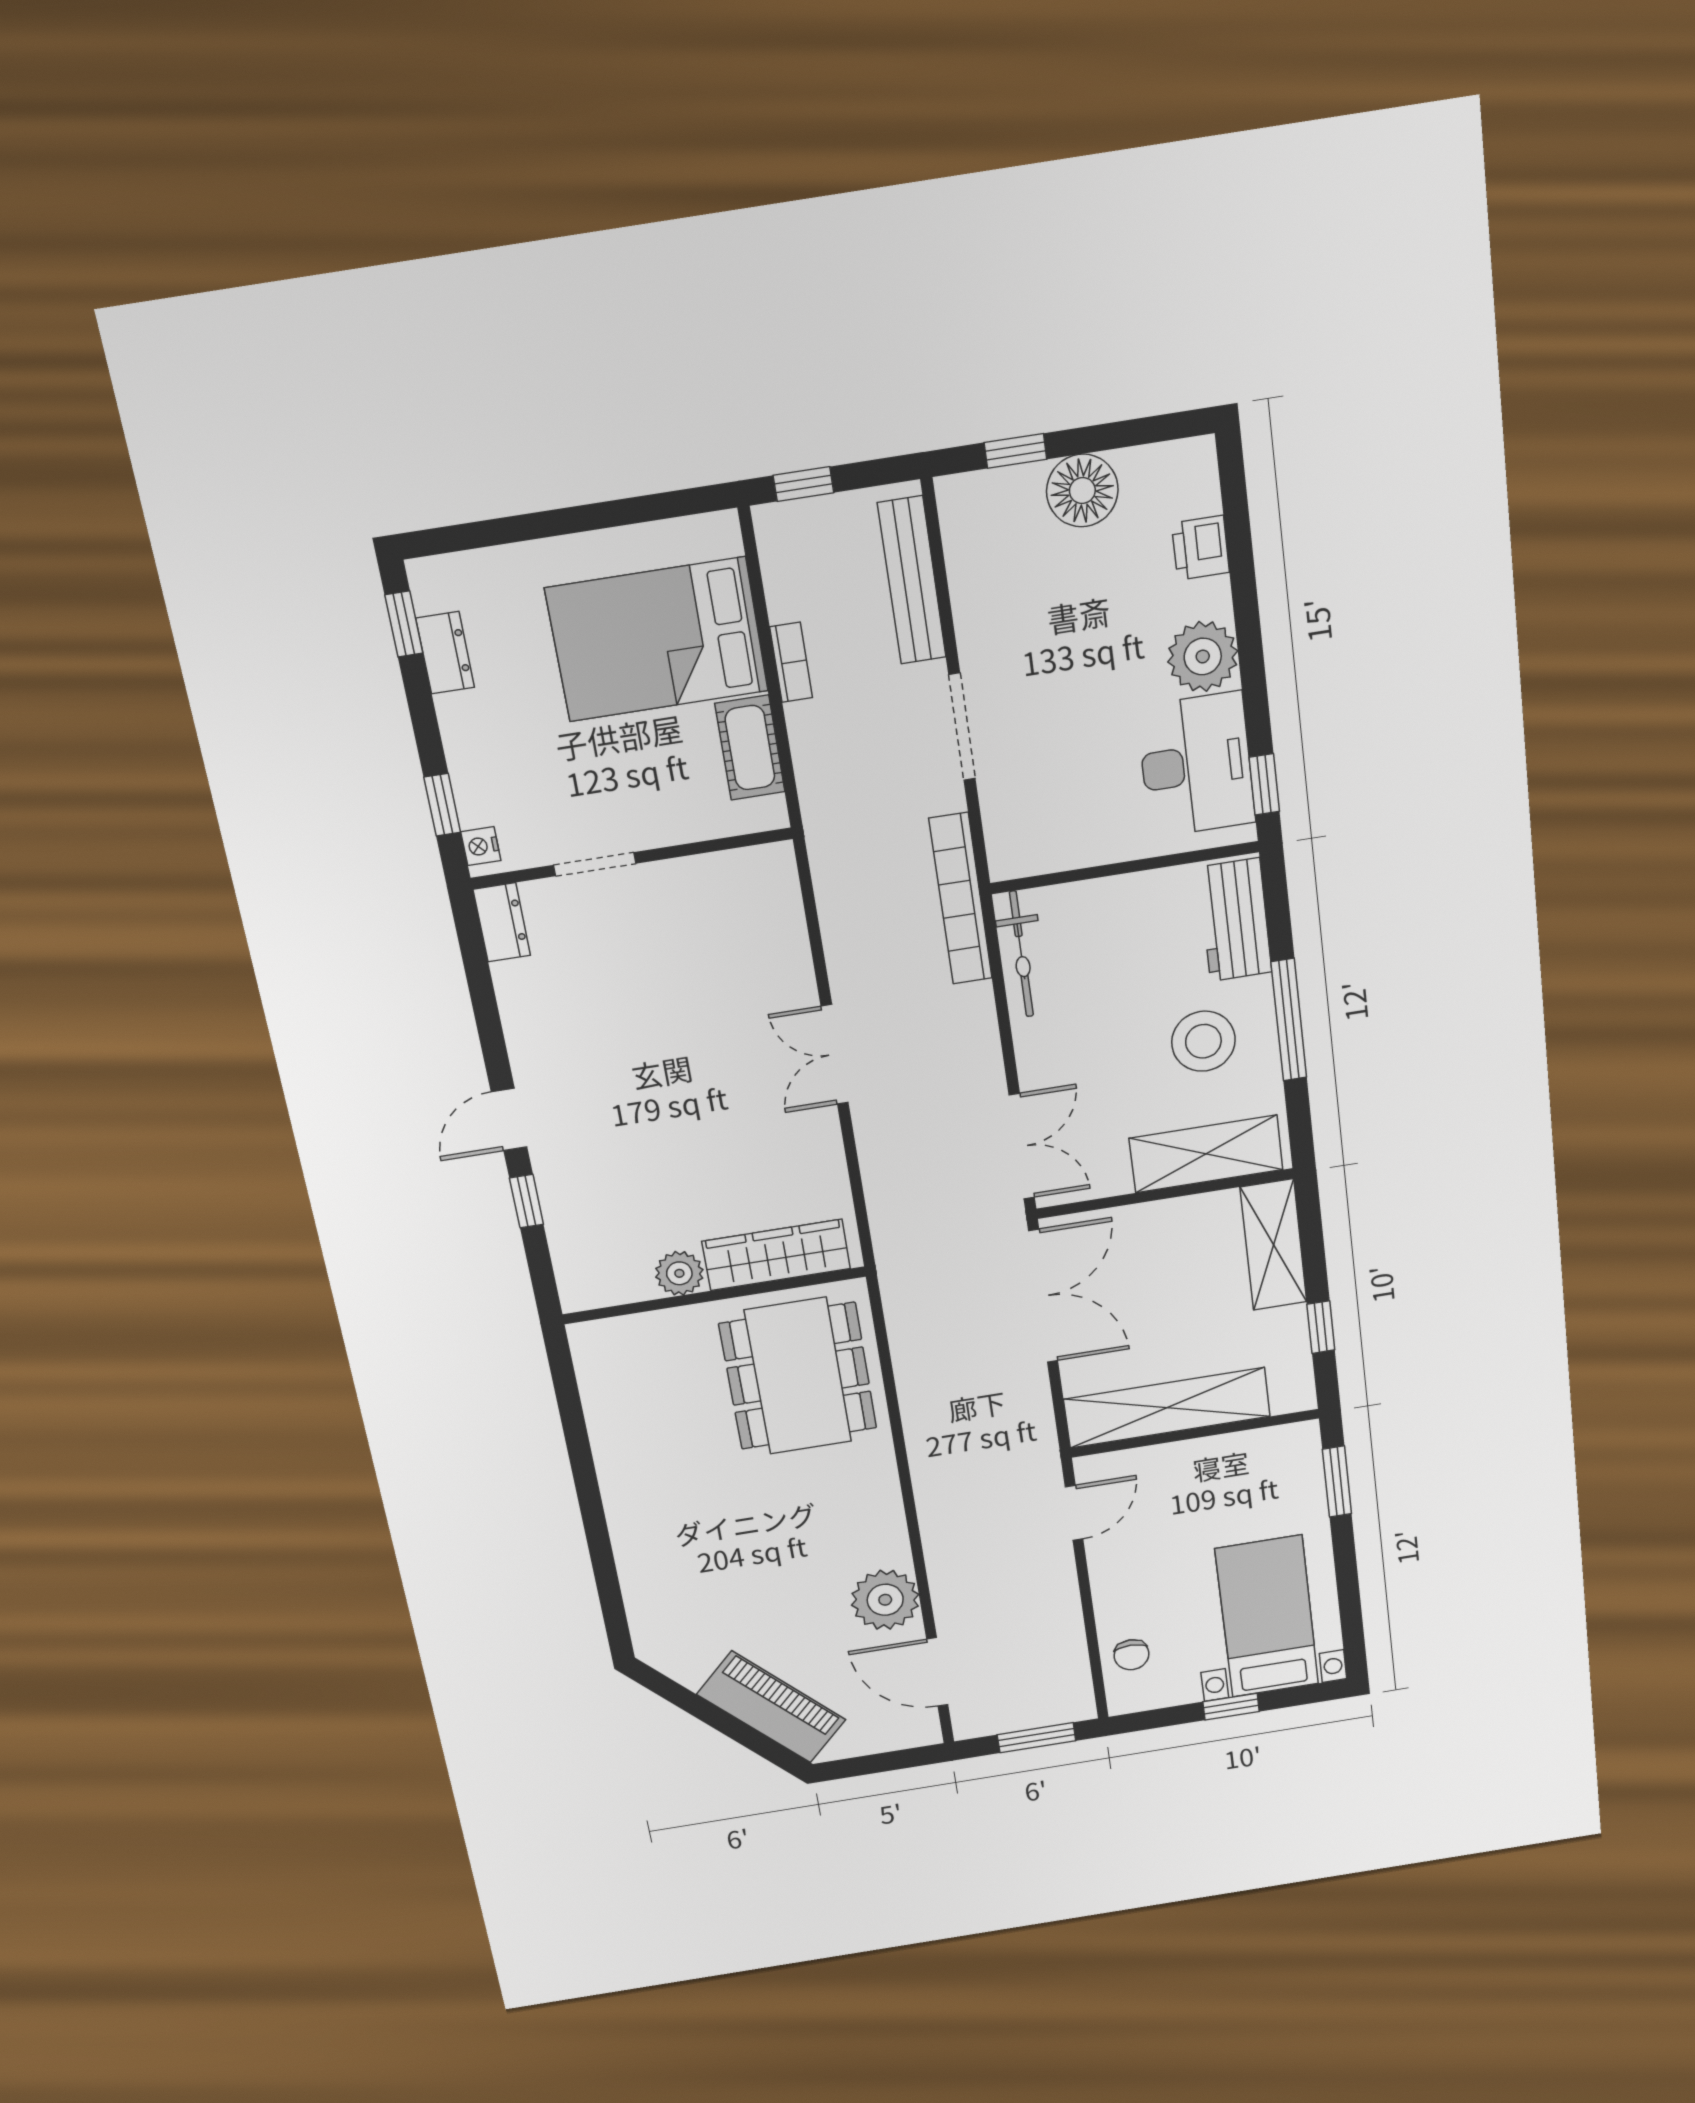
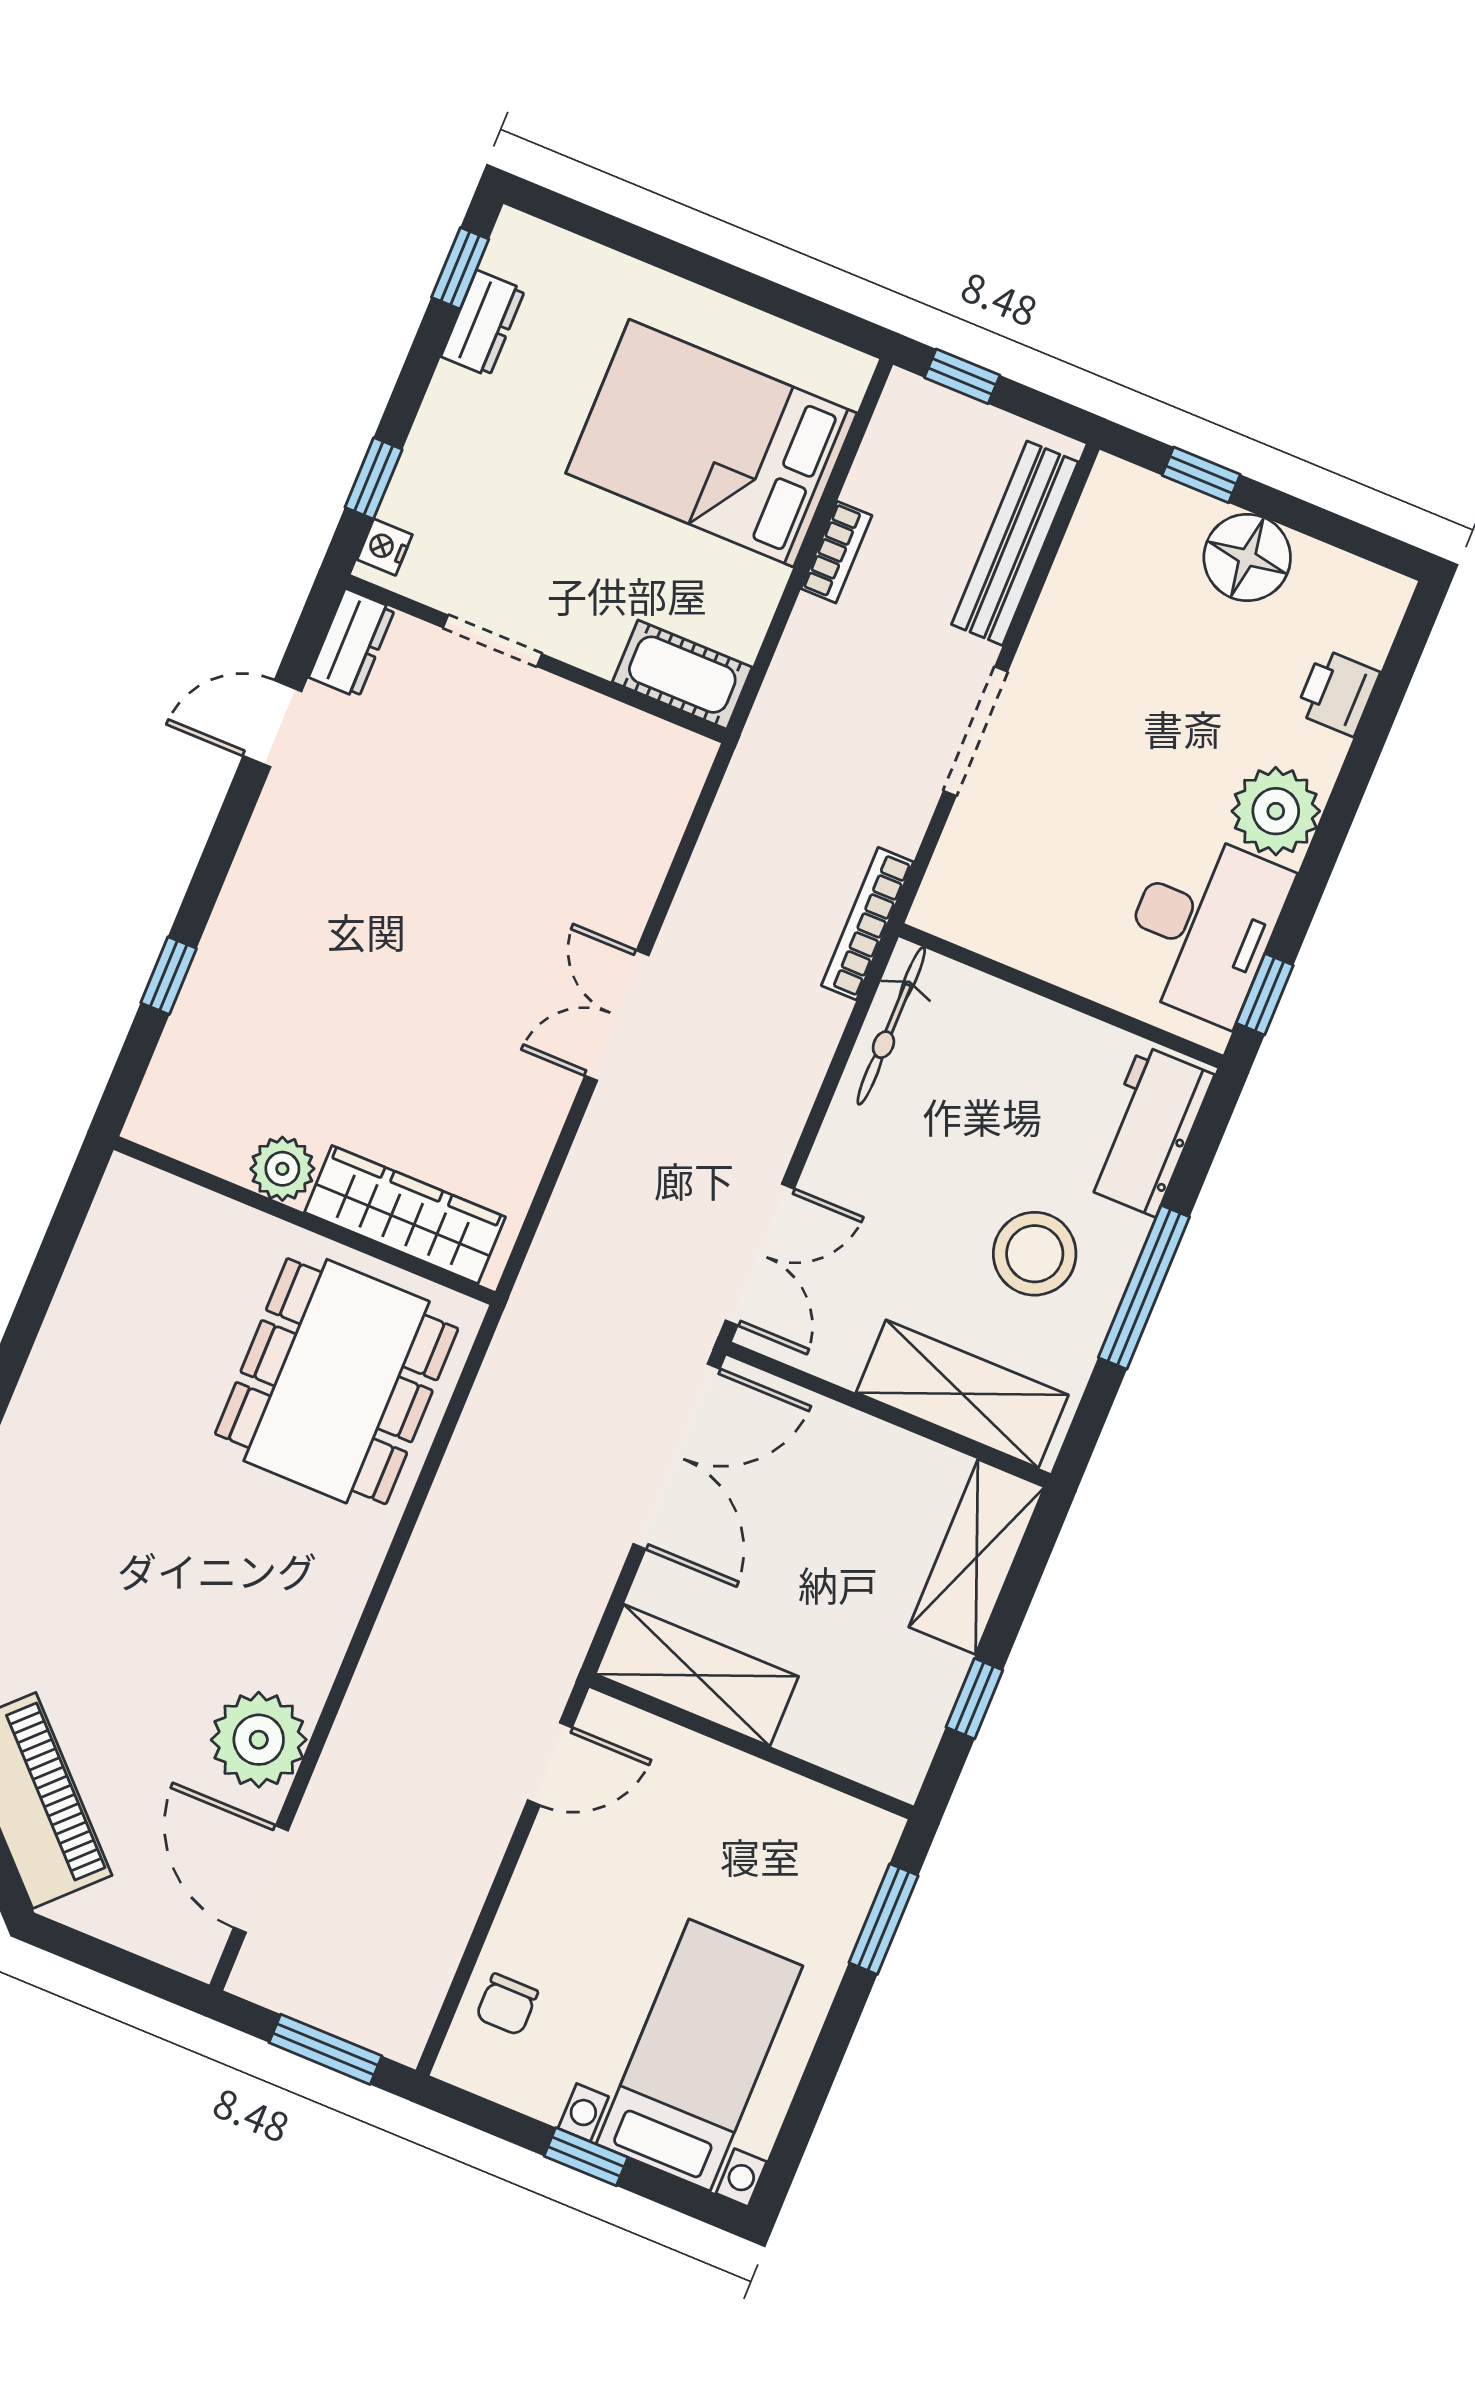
cot: (750, 748) -> (682, 675), moved, turned 90
bookcase: (961, 899) -> (867, 924), width x0.68, depth x0.76
door: (509, 1119) -> (272, 724), moved
shelving: (1167, 1408) -> (697, 1675), width x0.68

